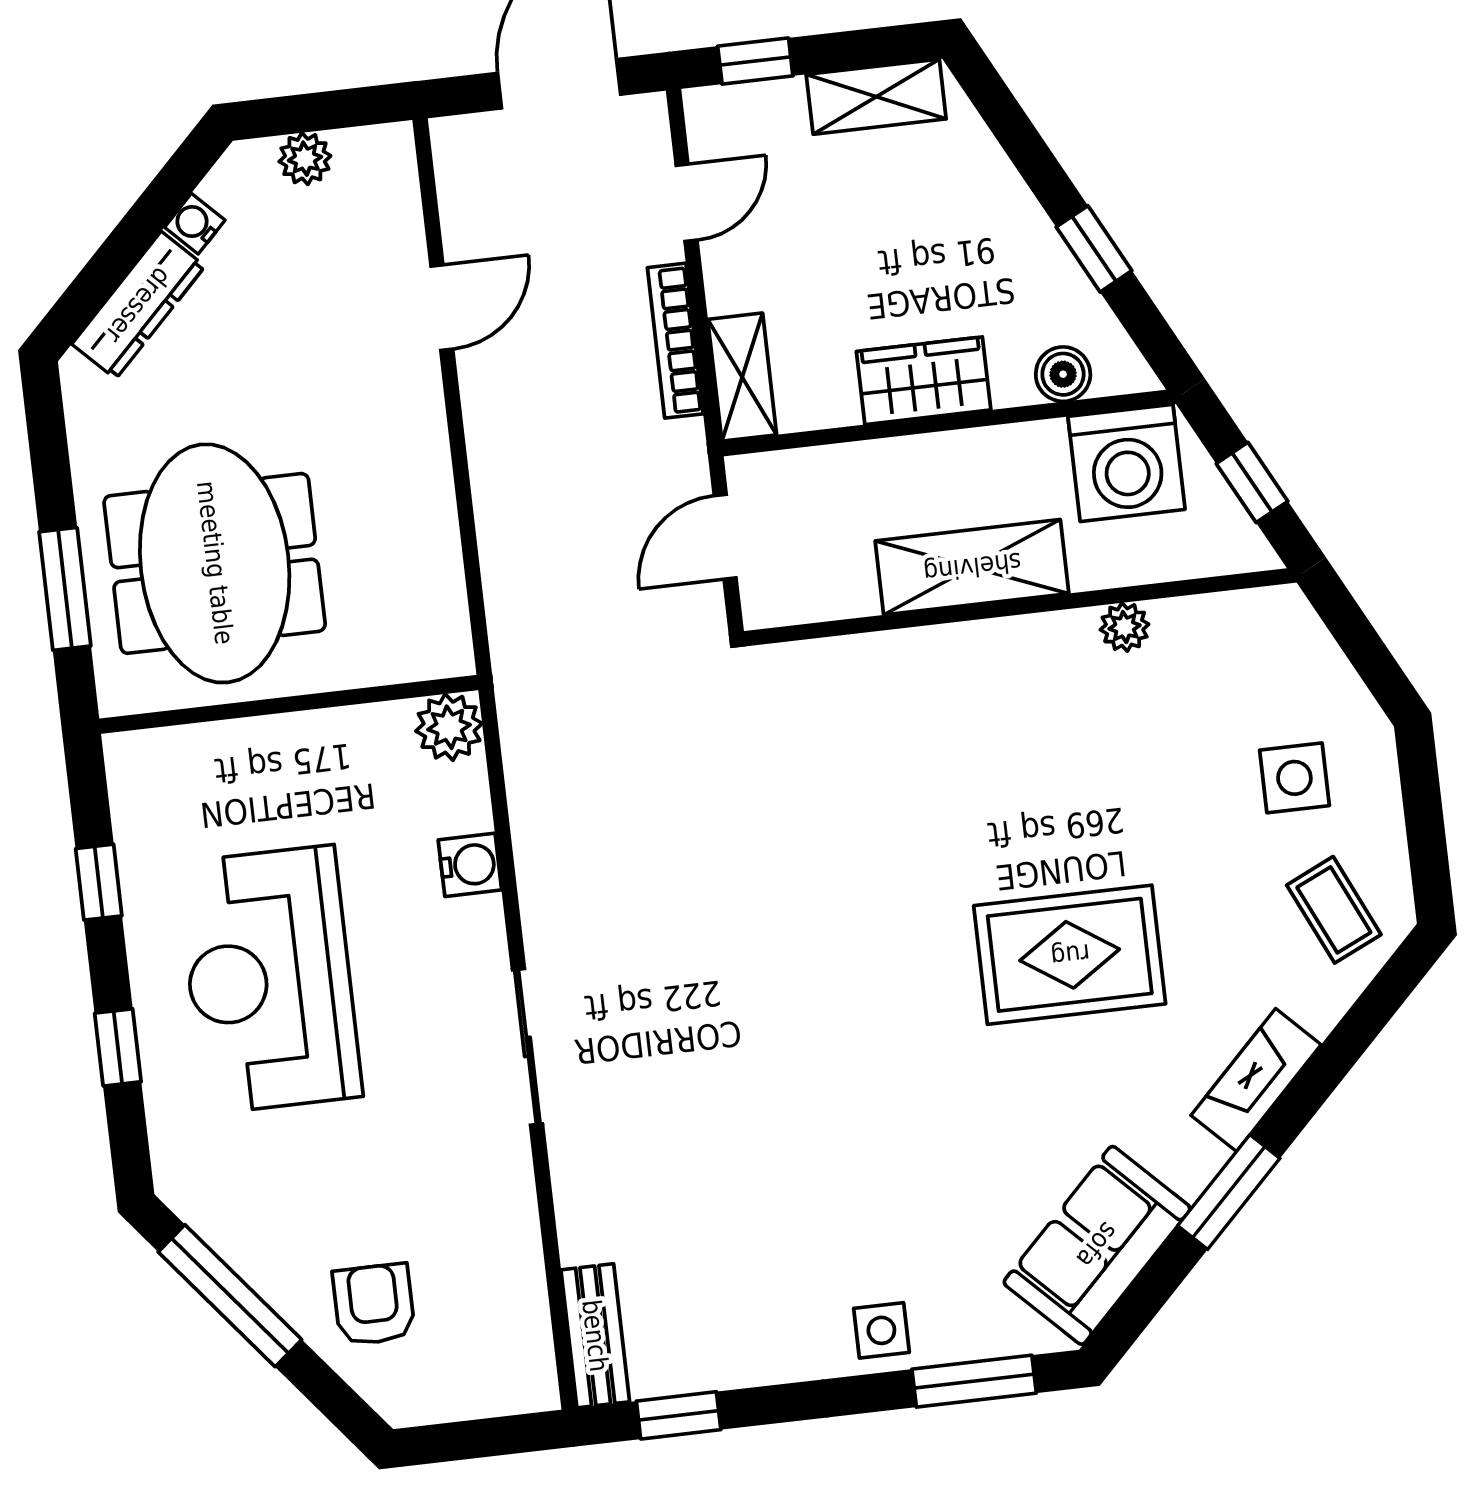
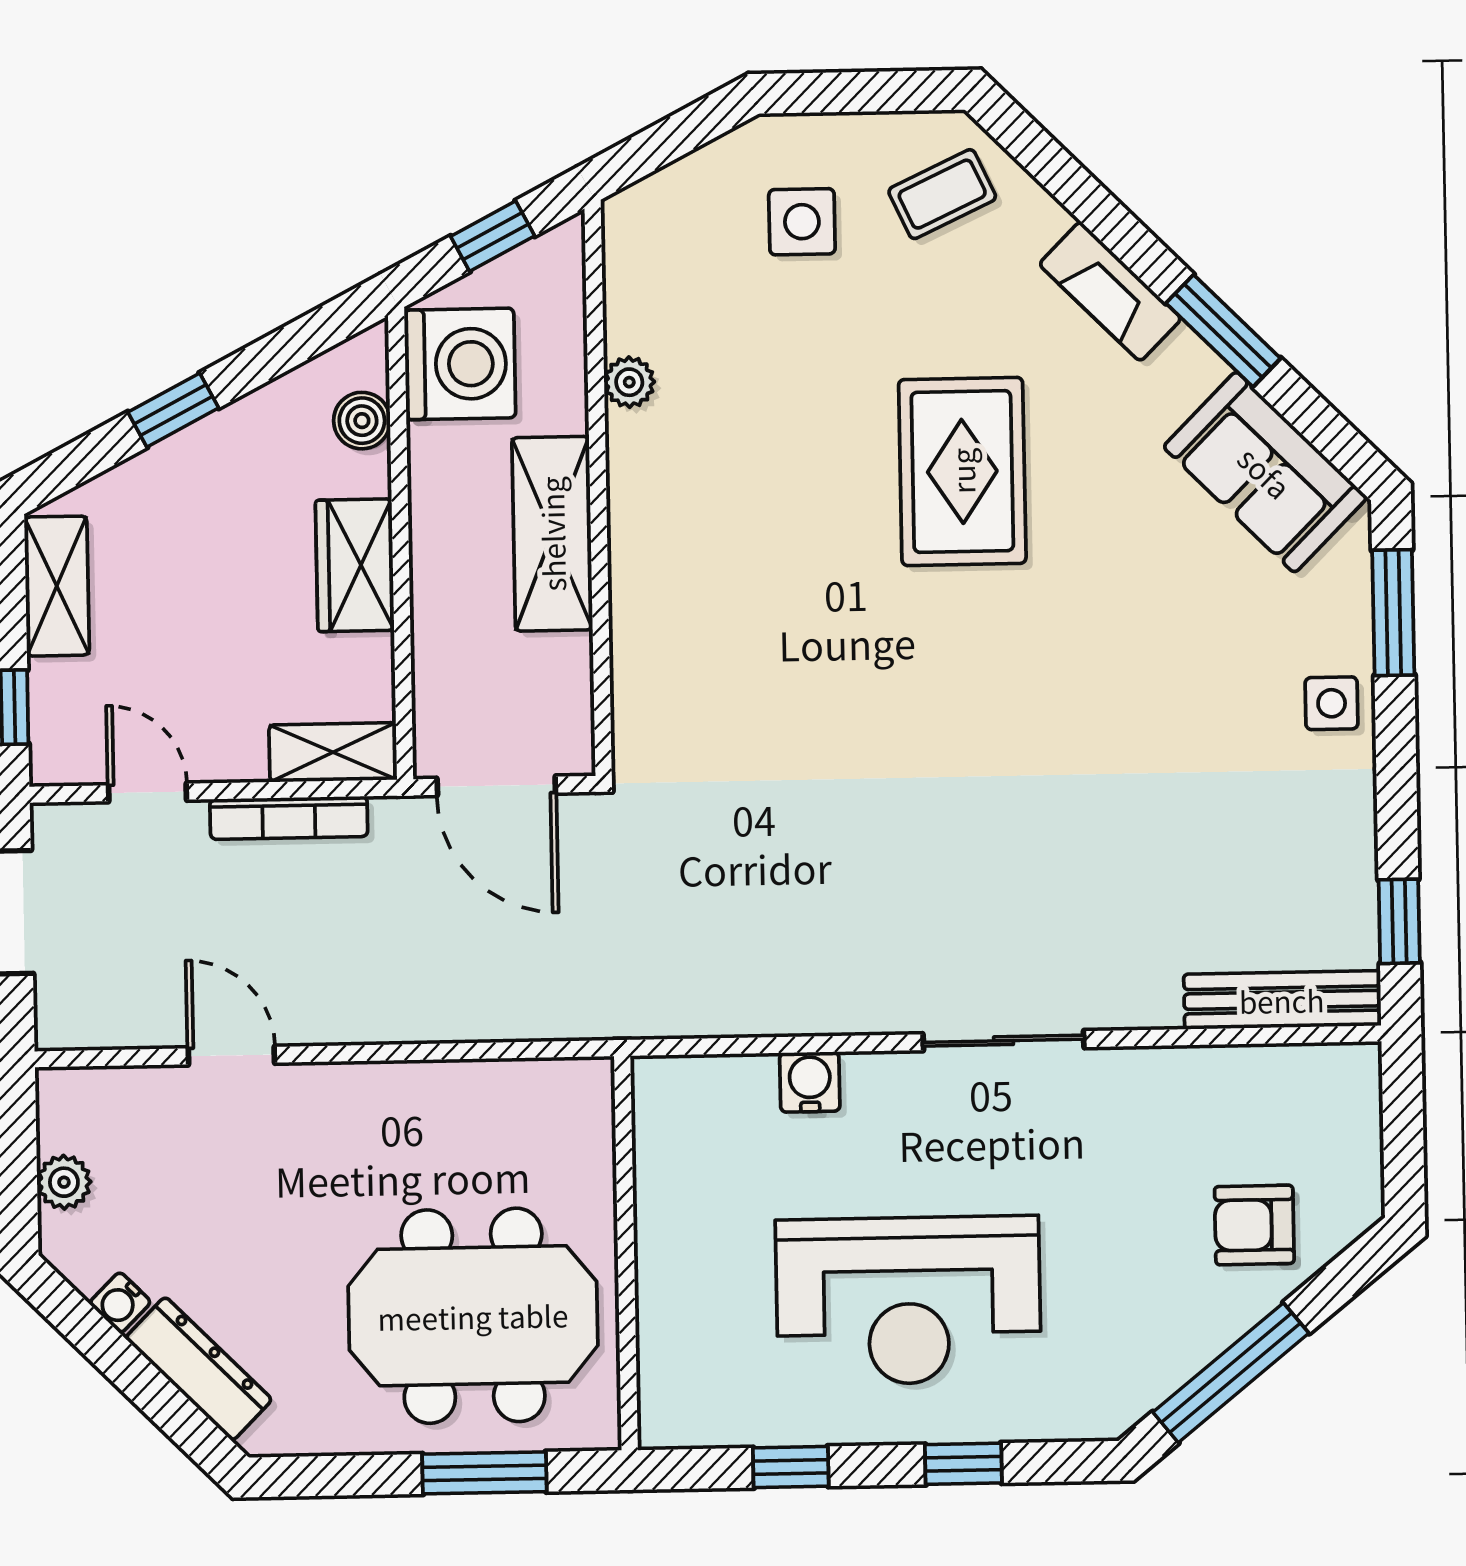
window: (1094, 249) -> (173, 410), moved
door: (725, 537) -> (496, 786), width x1.38
plant: (449, 727) -> (665, 1090), removed
bench: (595, 1336) -> (1282, 1000), width x1.36

